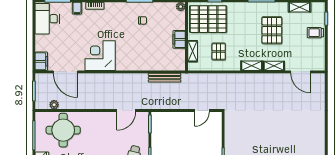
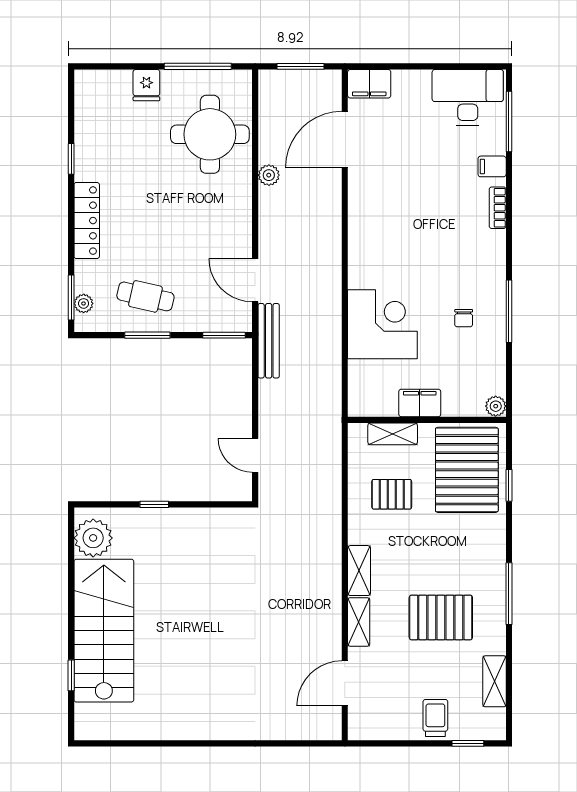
corner desk: (100, 56) -> (382, 324), moved
bench: (165, 78) -> (269, 341), moved
plant: (54, 105) -> (269, 175), moved

